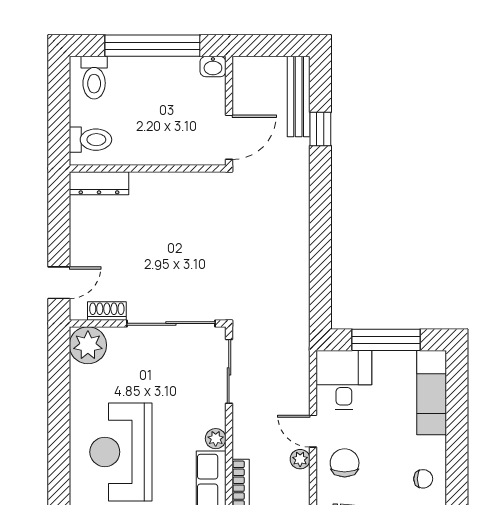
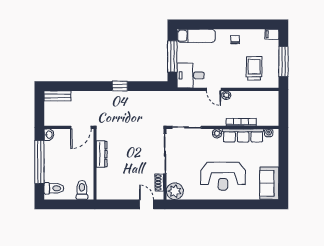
bench: (299, 96) -> (58, 96), width x0.73
window: (320, 129) -> (120, 86), moved
door: (229, 137) -> (81, 127), swing flipped
dresser: (99, 183) -> (102, 154), moved
door: (313, 431) -> (214, 89), hinge flipped
chair: (345, 463) -> (228, 75), removed

